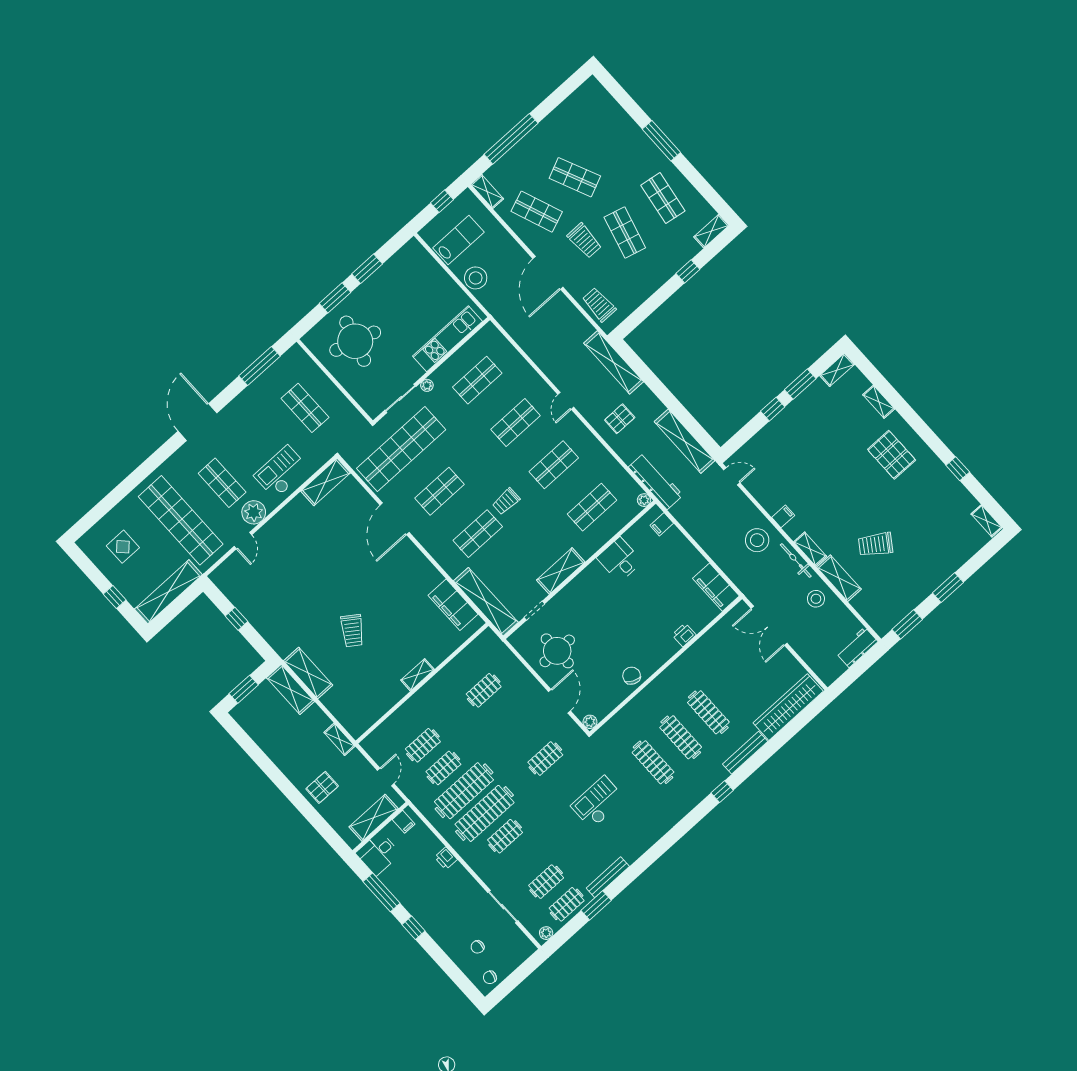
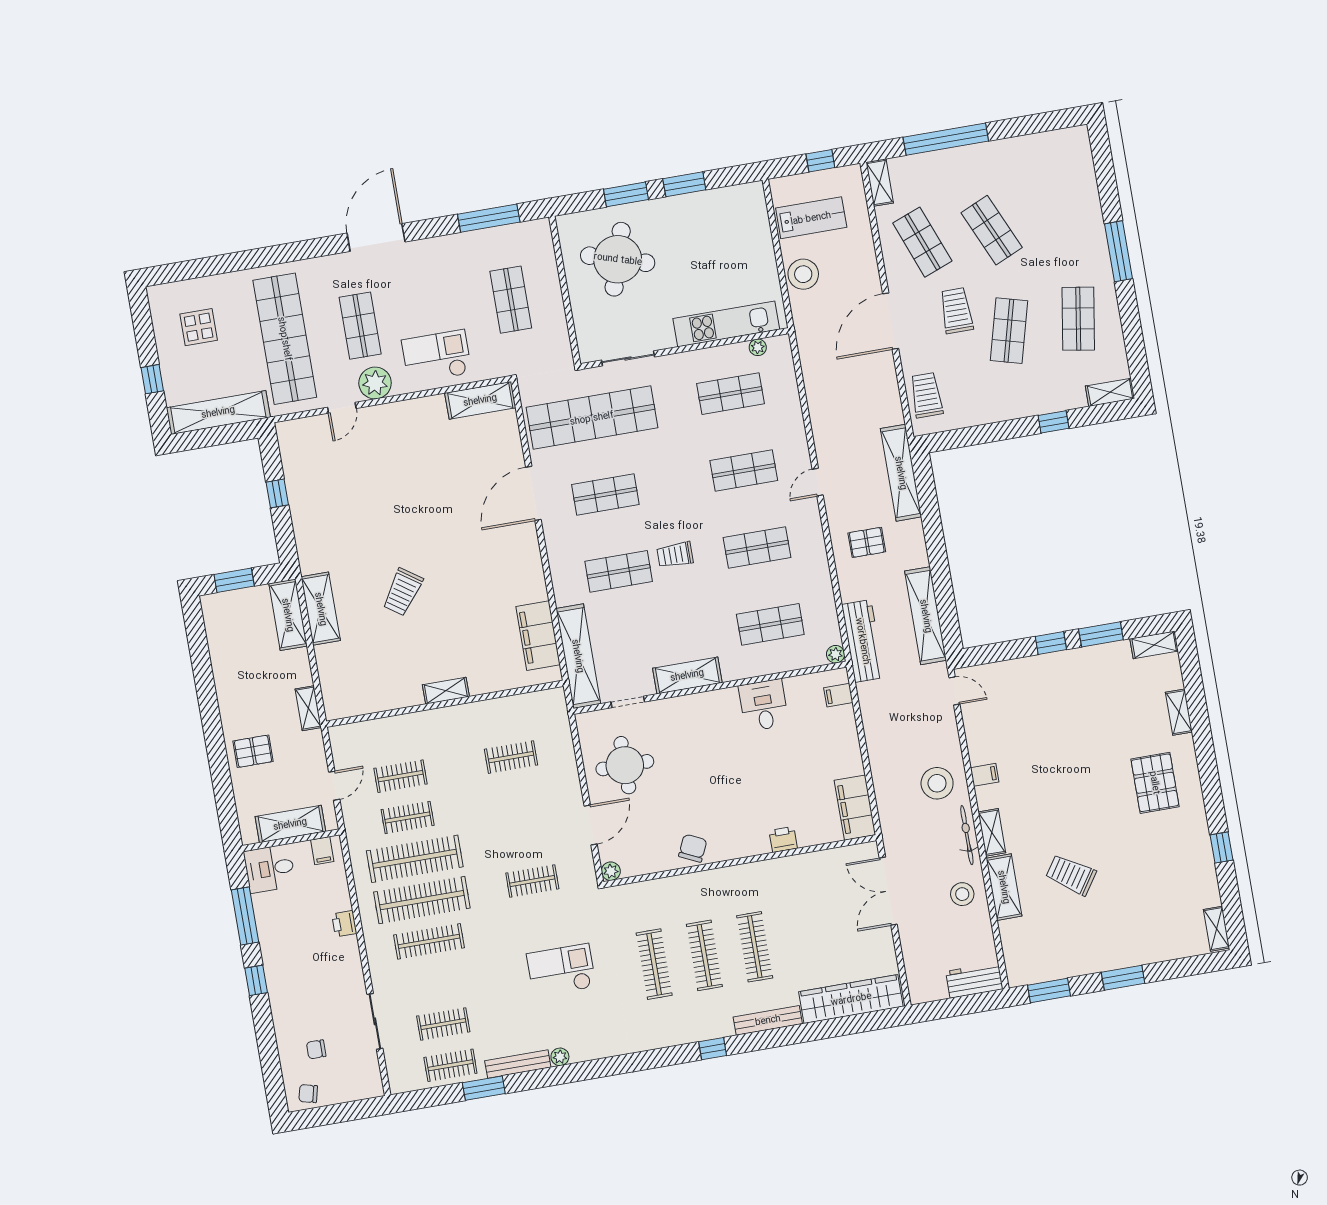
trolley: (584, 241) -> (956, 311), turned 180
plant: (427, 385) -> (758, 347), moved
clothes rail: (505, 836) -> (429, 941), width x1.36
plant: (546, 933) -> (560, 1057), moved

